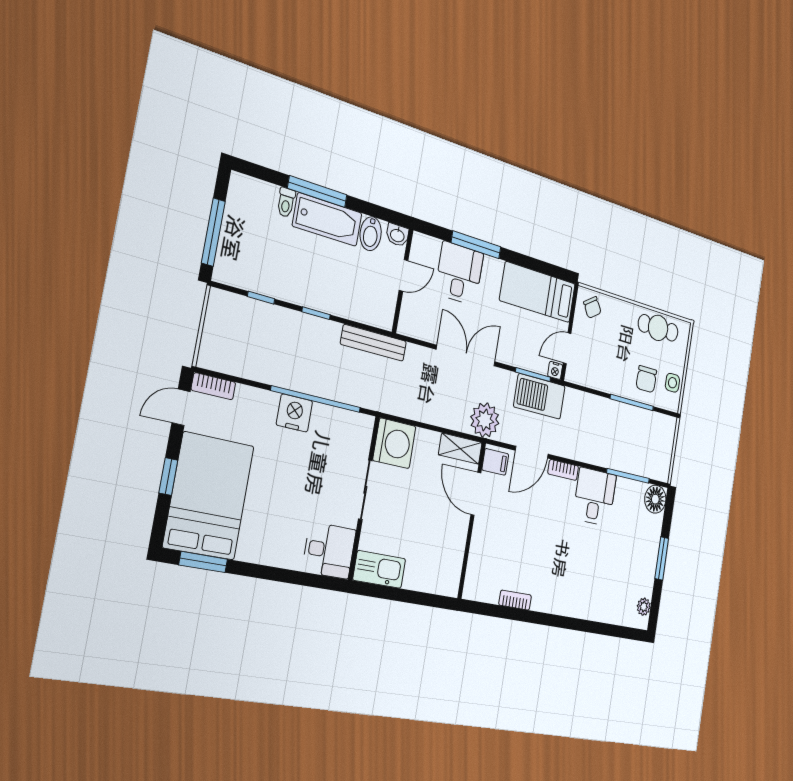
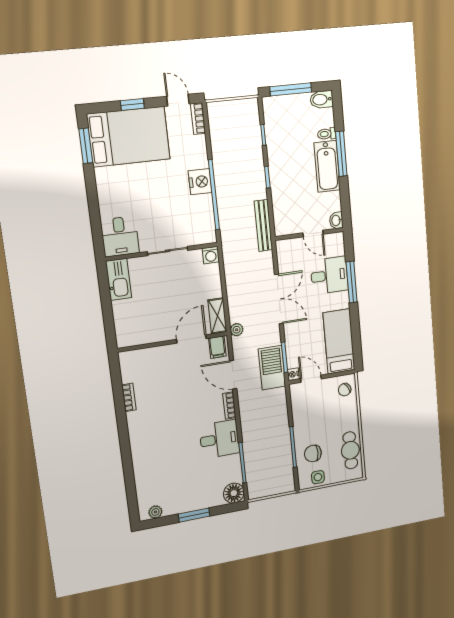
bidet: (371, 234) -> (322, 99), moved
plant: (485, 420) -> (237, 330), width x0.53, depth x0.53
washing machine: (394, 443) -> (211, 255), width x0.53, depth x0.53

